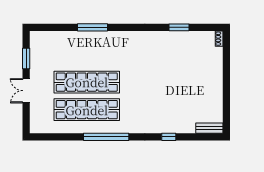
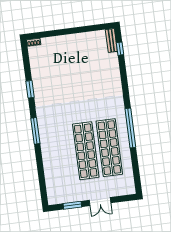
window: (93, 27) -> (35, 131), moved
window: (179, 27) -> (30, 89), moved
window: (169, 137) -> (120, 49), moved

